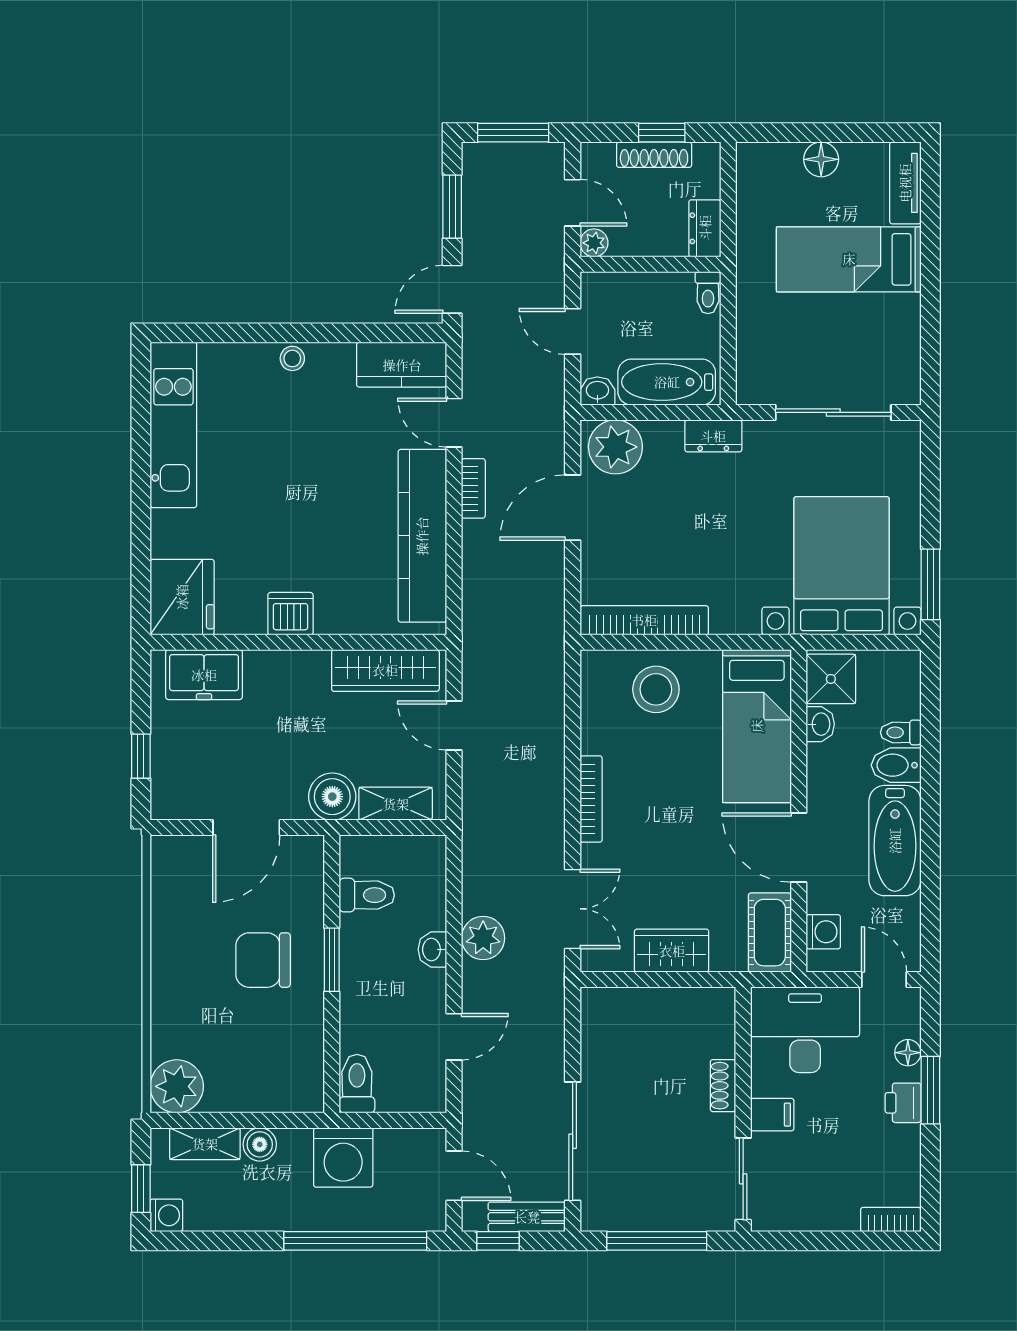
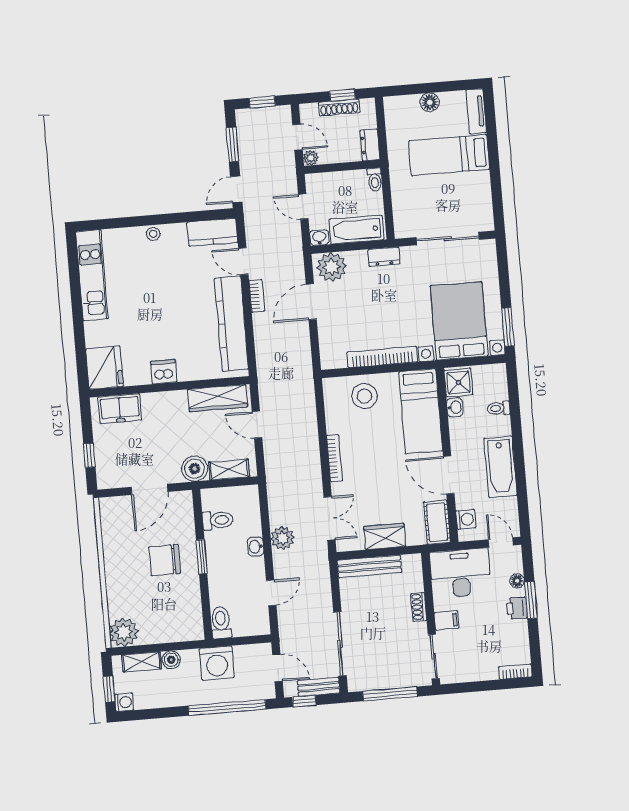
window: (513, 133) -> (262, 102), width x0.67
bookcase: (644, 620) -> (382, 357), moved
bidet: (896, 765) -> (498, 426), removed
bench: (639, 1003) -> (369, 566), added

